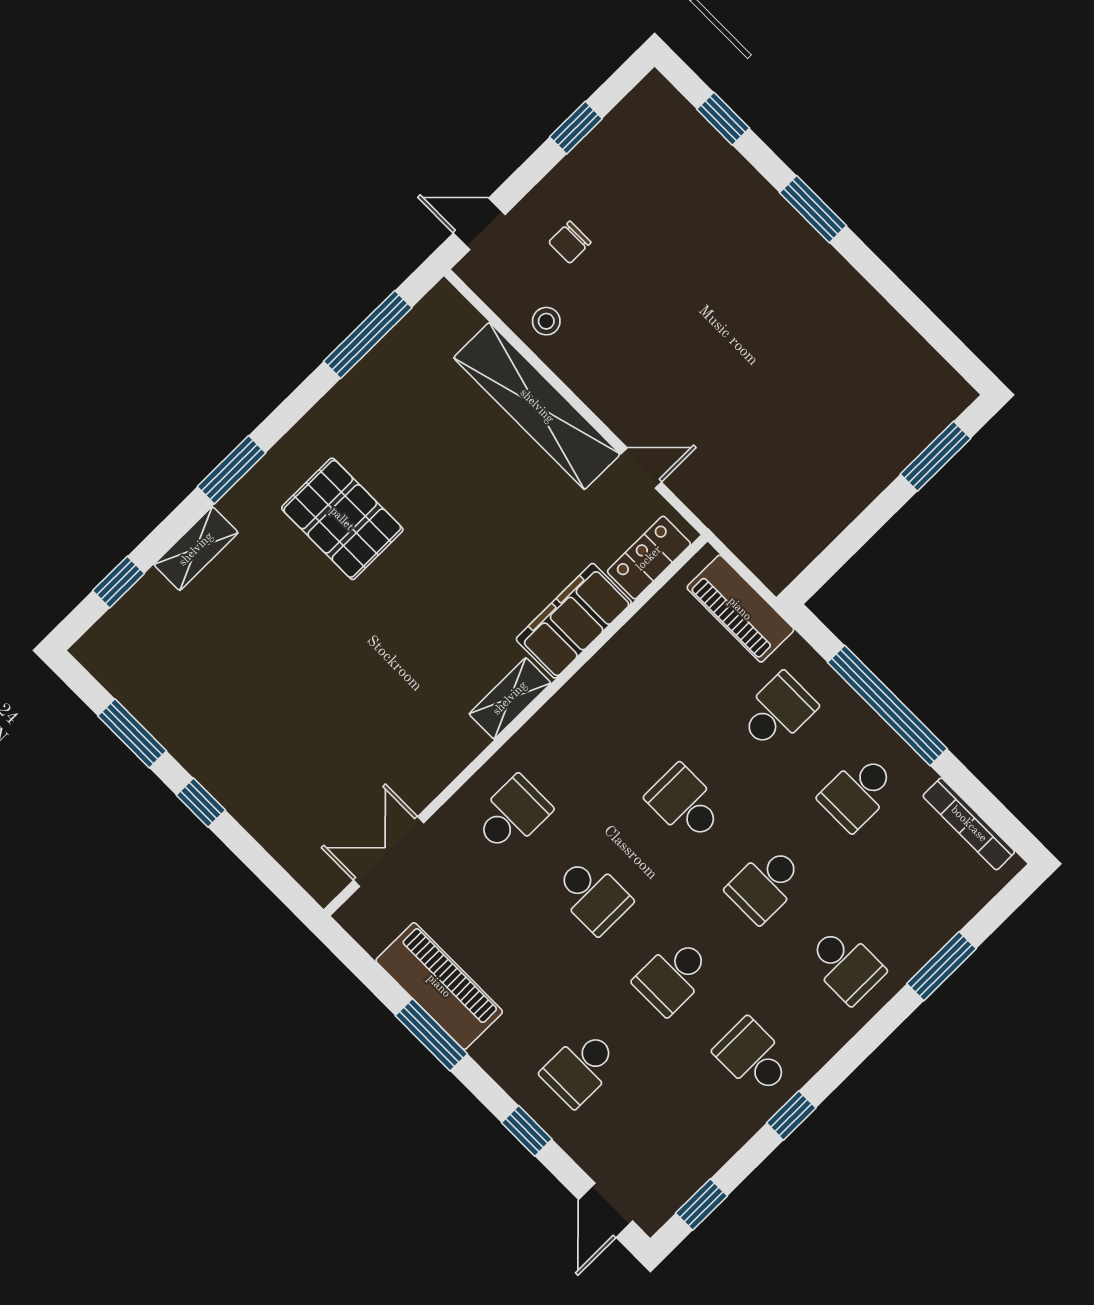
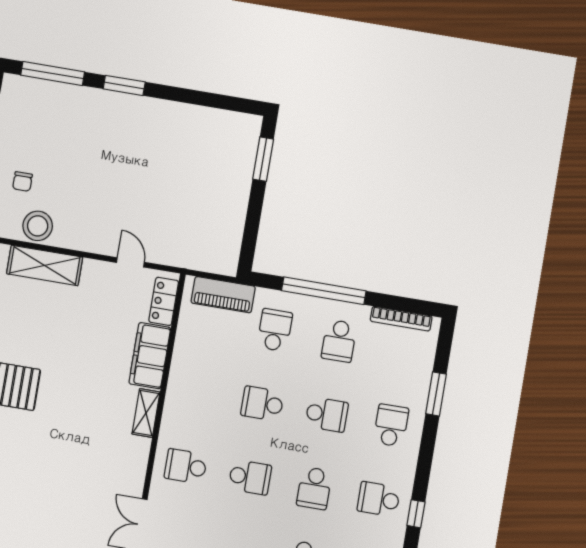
window: (723, 119) -> (53, 74), width x2.17
stool: (546, 321) -> (38, 226), width x1.89, depth x1.89
shelving: (537, 406) -> (45, 265), width x0.68
door: (641, 468) -> (130, 262), hinge flipped
school desk: (512, 815) -> (186, 466), turned -90
school desk: (765, 884) -> (327, 414), turned -90
school desk: (846, 965) -> (391, 425), turned -90

